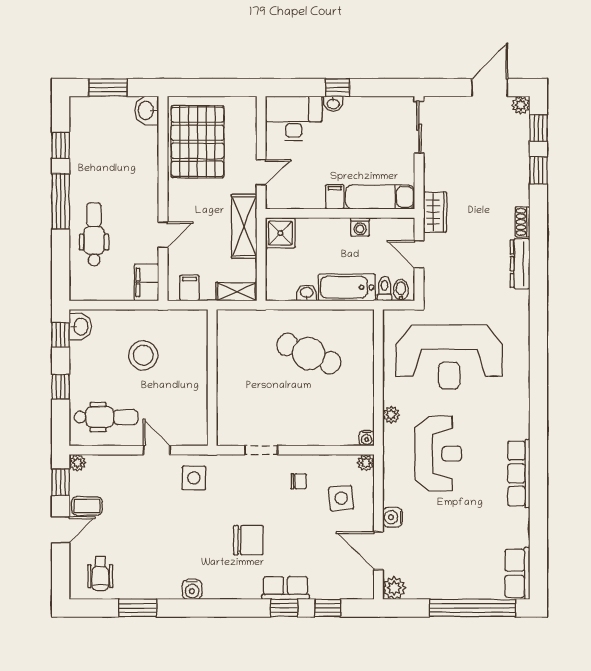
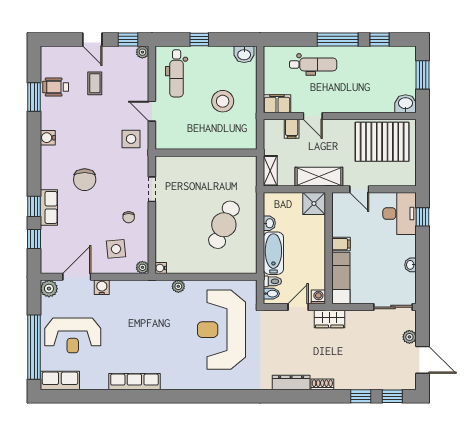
window: (338, 87) -> (423, 217), moved
washbasin: (333, 104) -> (411, 265), moved
plant: (521, 105) -> (409, 337), moved
washing machine: (360, 227) -> (318, 297), moved, turned 90
filing cabinet: (190, 288) -> (292, 129), moved, turned 90
window: (61, 335) -> (238, 40), removed
door: (156, 450) -> (152, 111), swing flipped
reception desk: (438, 454) -> (73, 335), moved
coffee table: (87, 506) -> (95, 83), moved
wheelchair: (100, 573) -> (56, 87), moved

